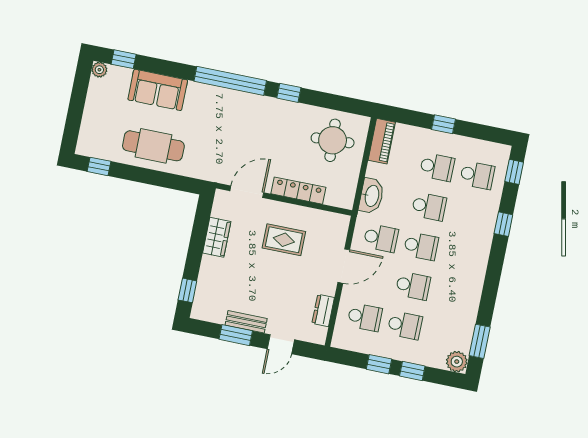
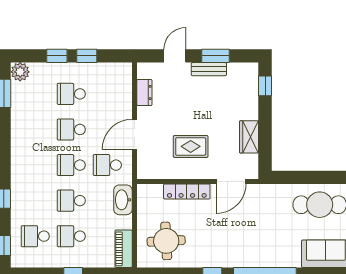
school desk: (365, 317) -> (107, 94), removed

